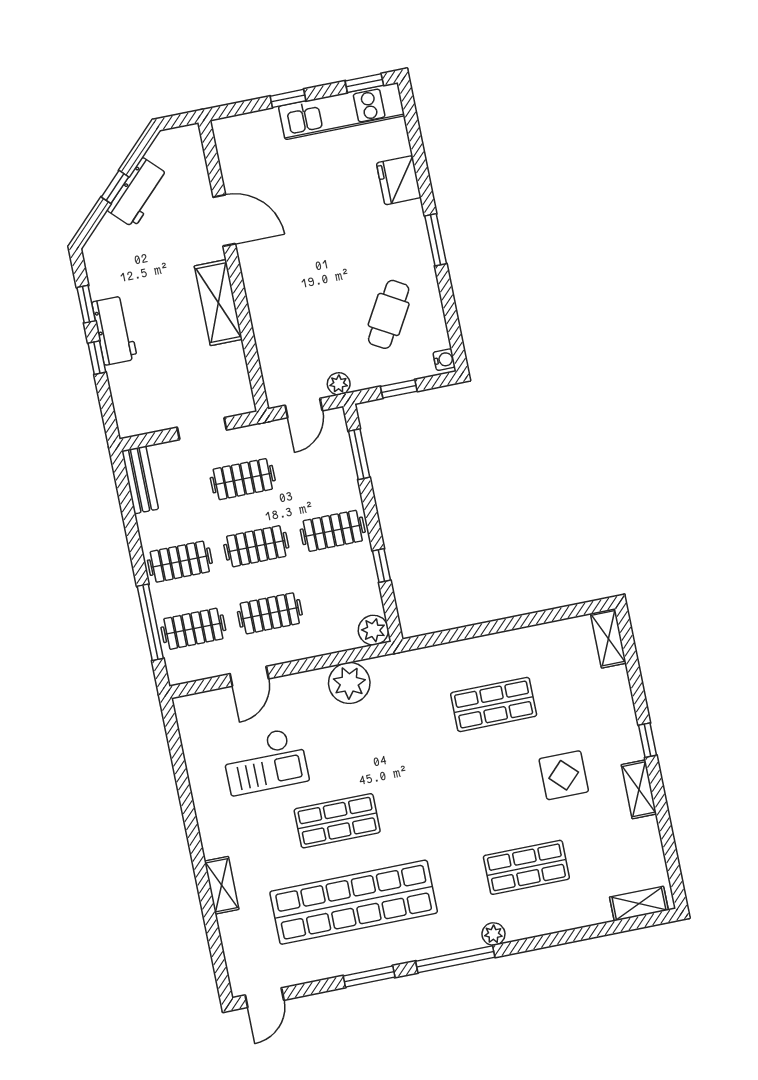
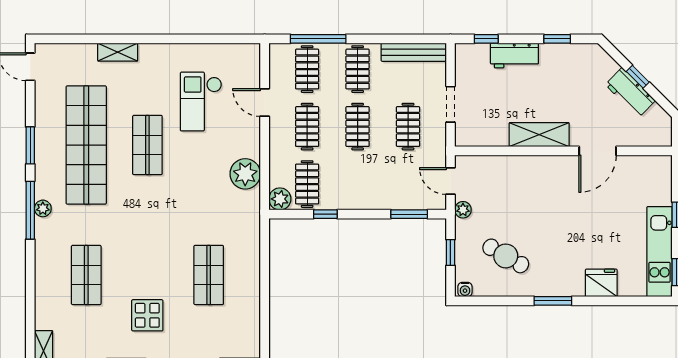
workbench: (114, 330) -> (514, 56), moved
window: (97, 358) -> (486, 39), moved
bench: (140, 480) -> (414, 52), width x1.36
clothes rail: (333, 531) -> (307, 184), moved
plant: (493, 934) -> (43, 208), moved

